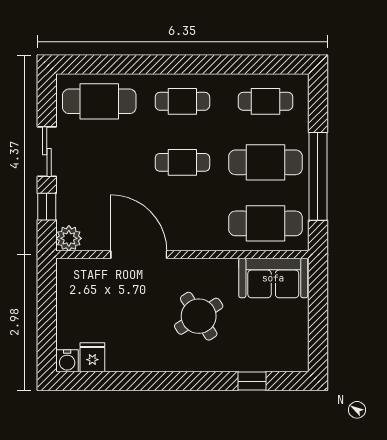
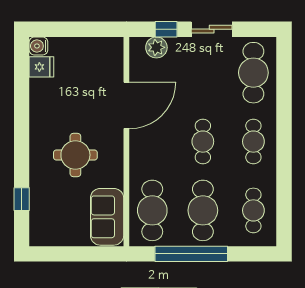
plant: (69, 238) -> (156, 47), moved
round table: (199, 316) -> (75, 155), turned 33

